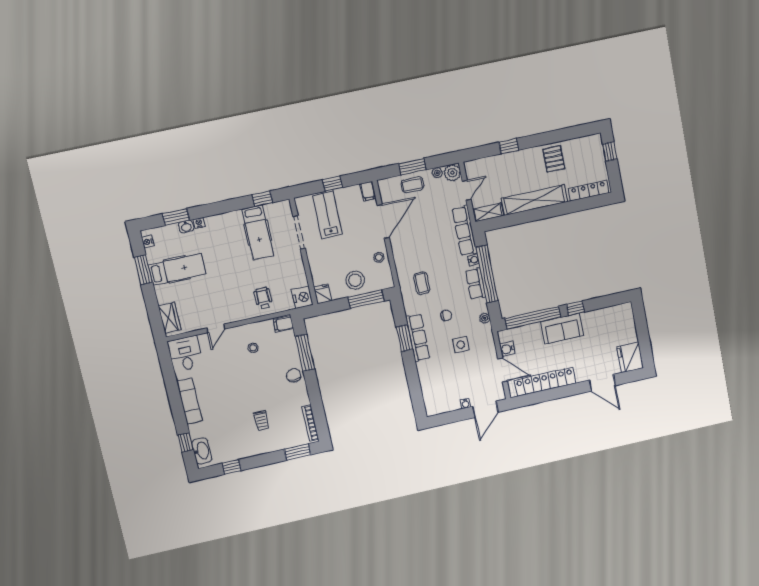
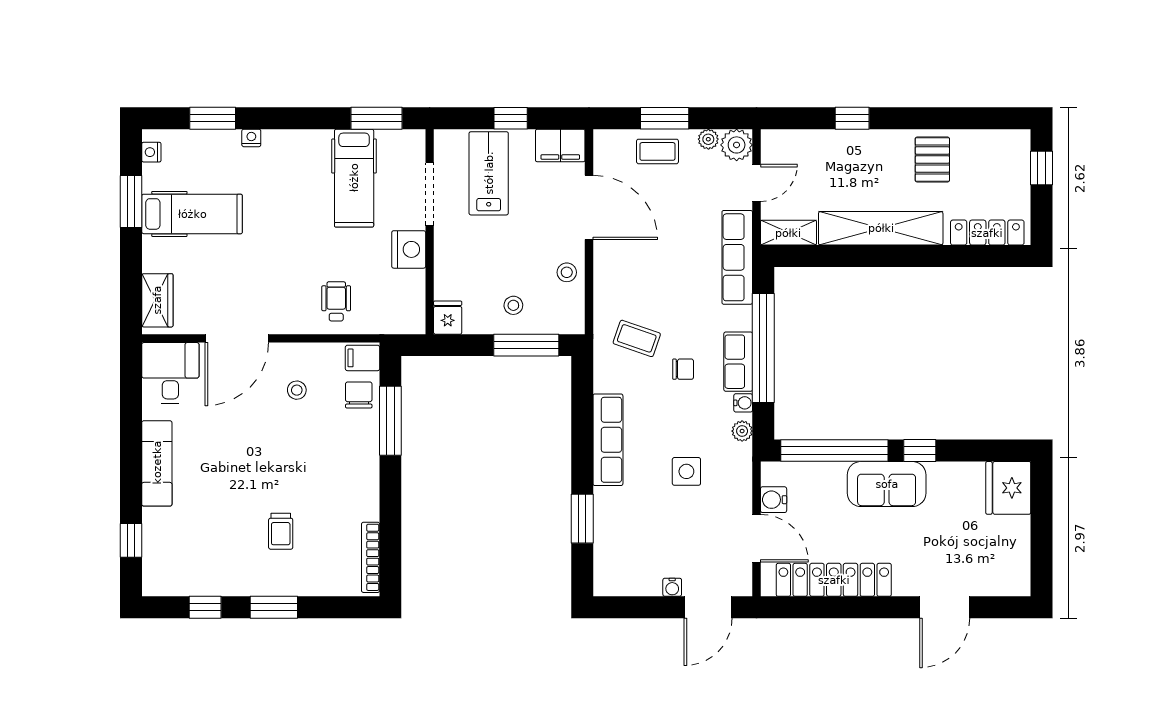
filing cabinet: (368, 191) -> (560, 145), width x2.00
window: (262, 199) -> (376, 118), width x1.50
door: (383, 221) -> (589, 207), hinge flipped
washbasin: (186, 227) -> (227, 140), removed
water cooler: (473, 260) -> (743, 403), moved
stool: (355, 280) -> (513, 305), width x0.53, depth x0.53
coffee table: (422, 283) -> (637, 338), turned -71
nightstand: (302, 297) -> (409, 249), moved
chair: (446, 315) -> (683, 369), moved
door: (216, 328) -> (237, 338), width x1.87
window: (404, 338) -> (582, 519), moved
fridge: (630, 357) -> (1008, 488), moved
chair: (294, 375) -> (359, 395), moved
door: (602, 383) -> (945, 607), hinge flipped
washbasin: (202, 451) -> (157, 563), removed
window: (298, 452) -> (274, 607), moved

